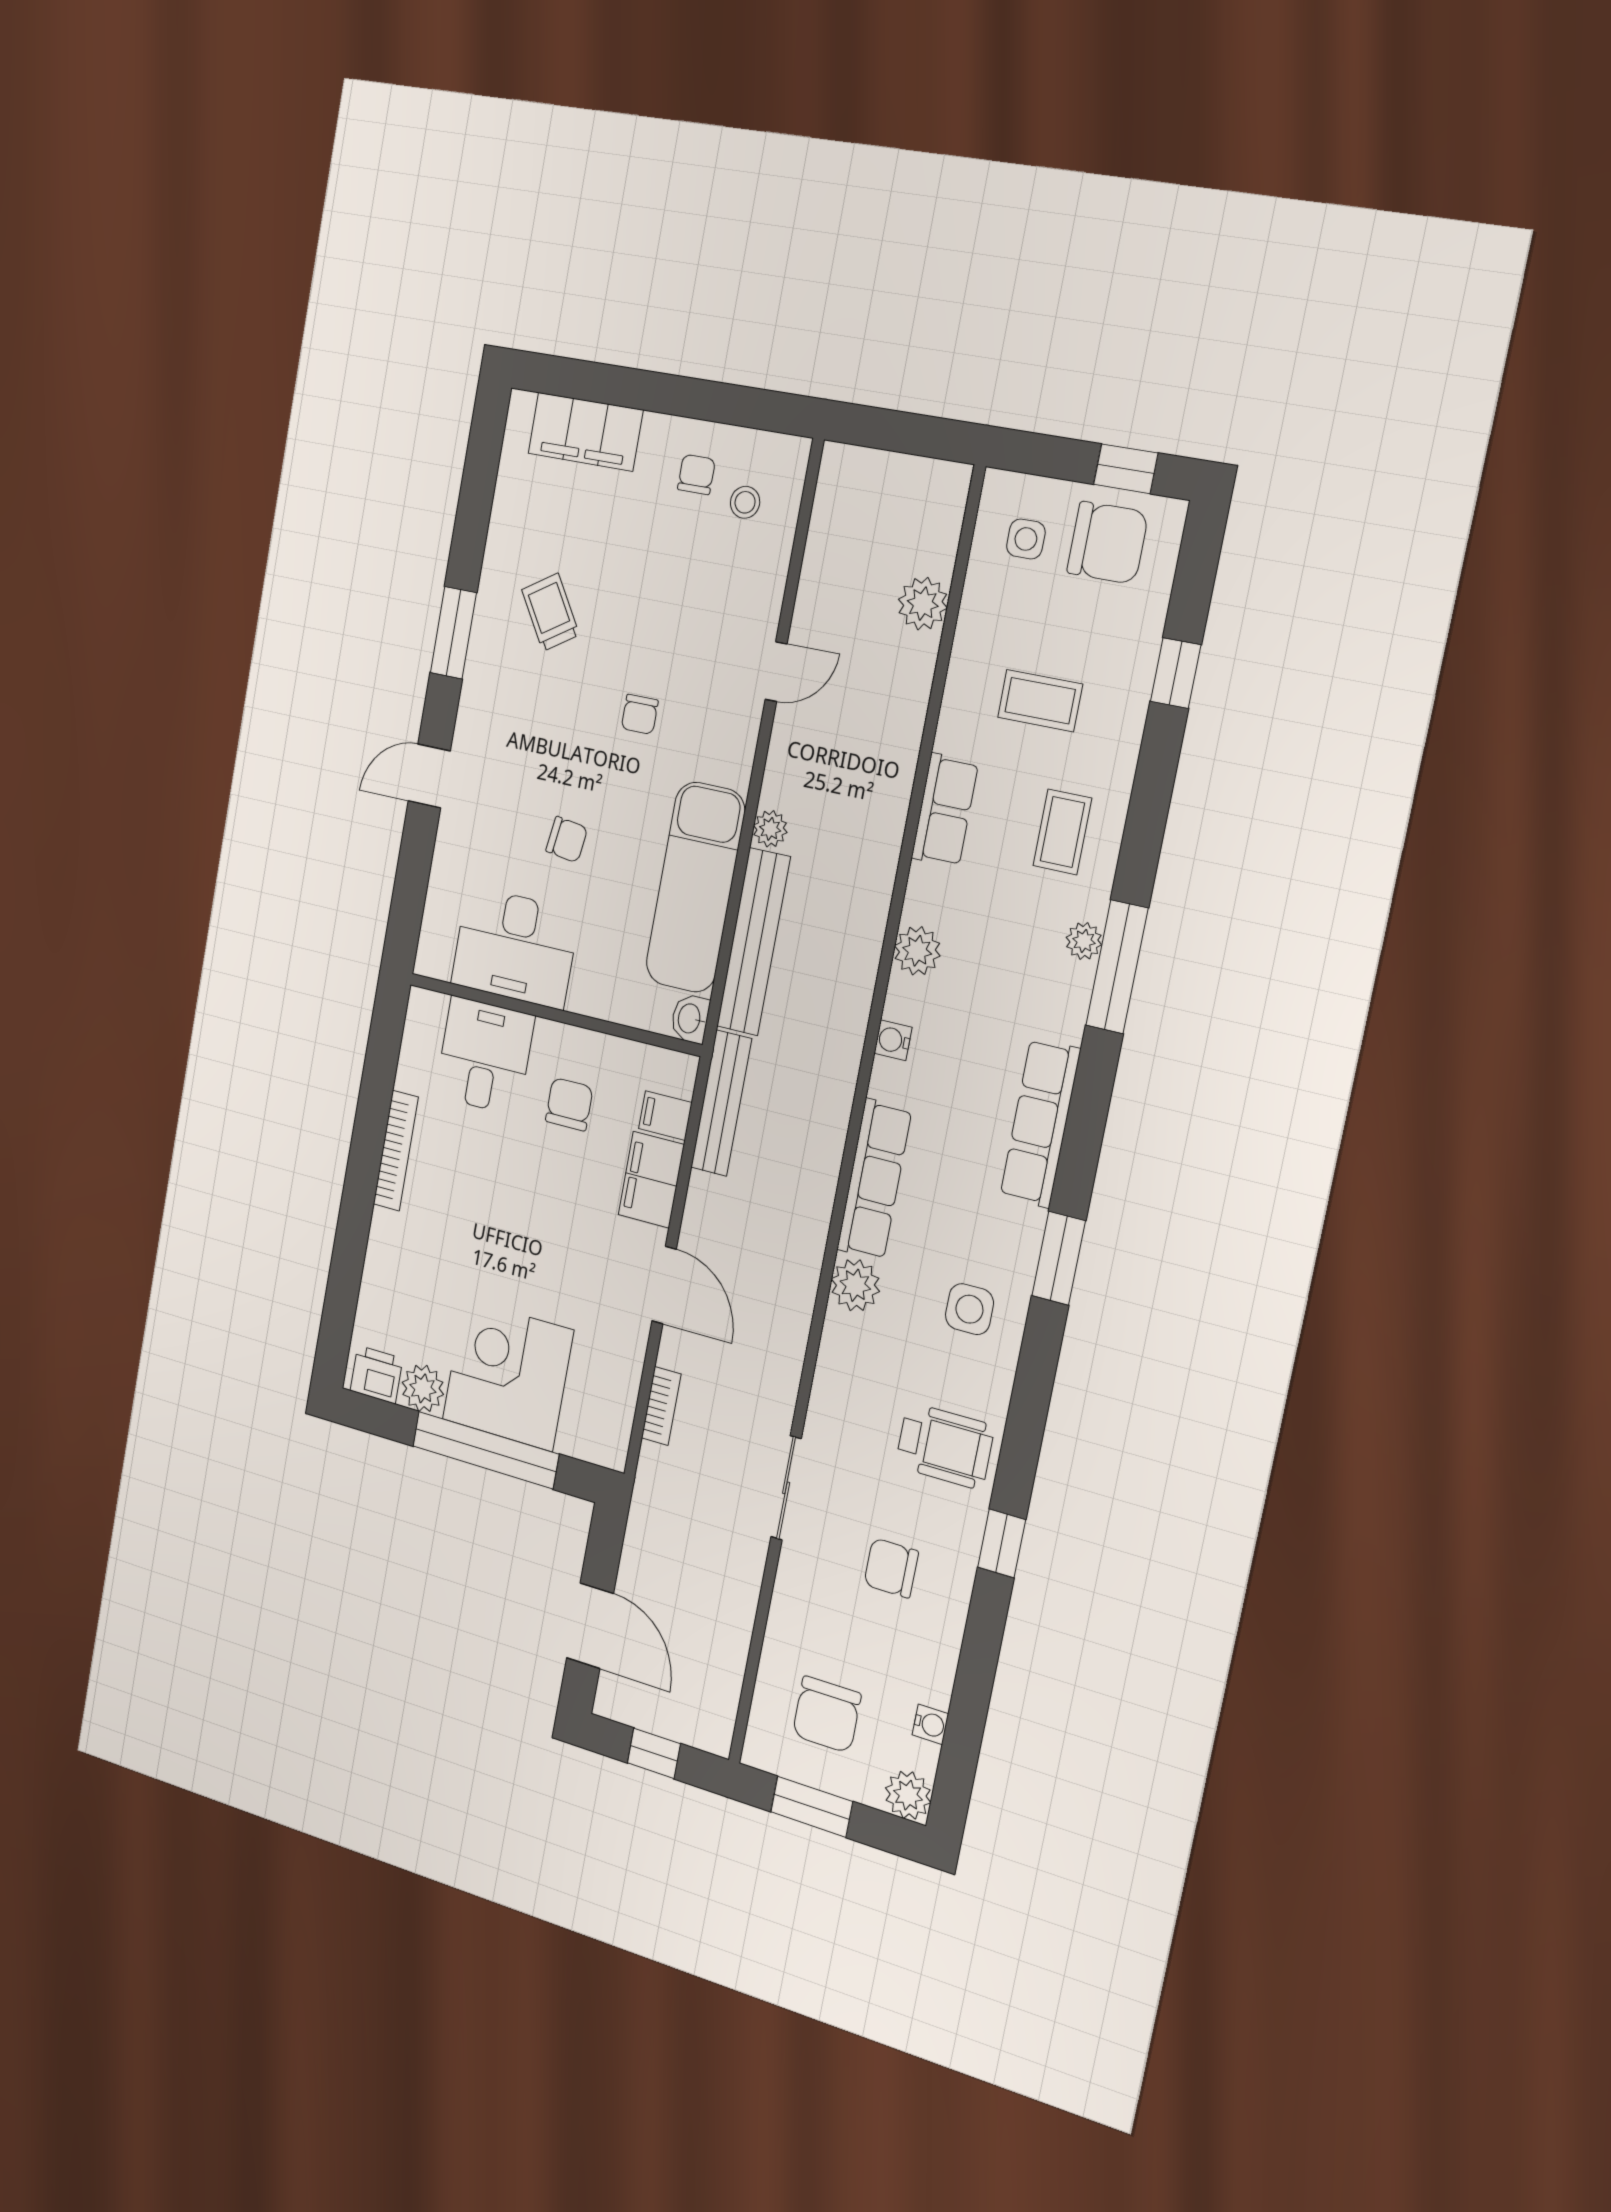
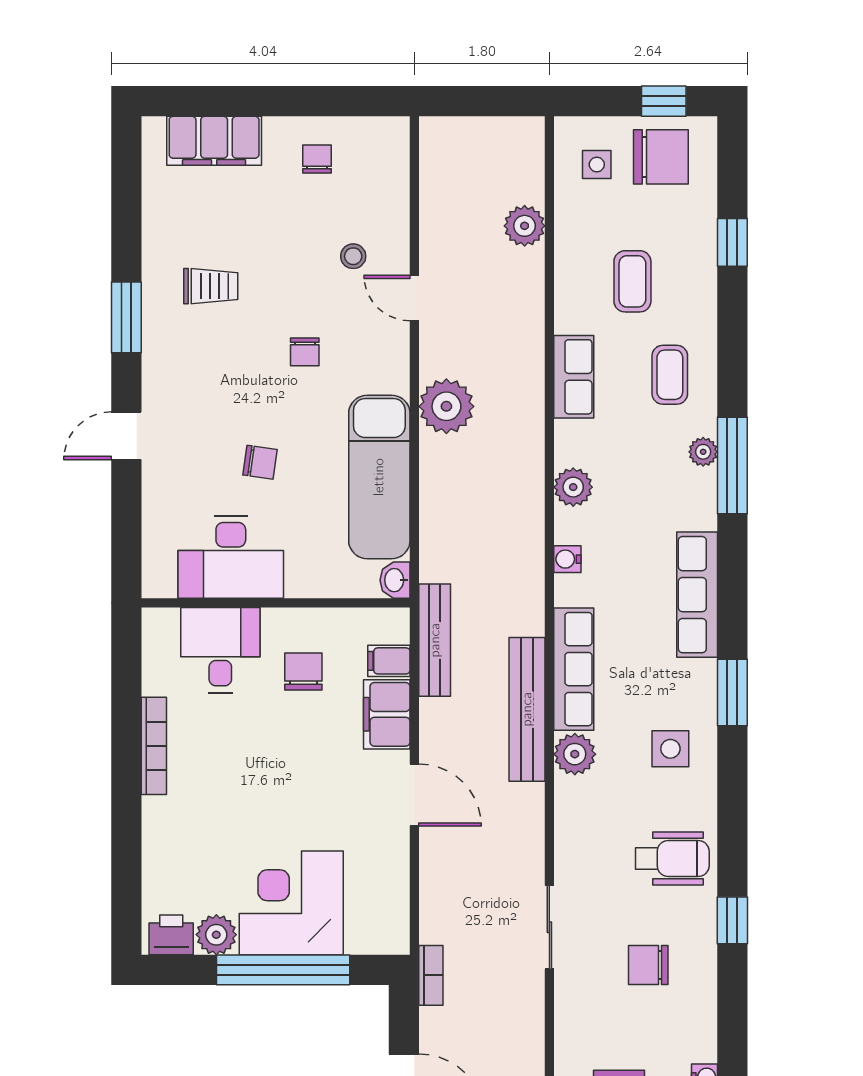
stool: (745, 502) -> (353, 256), moved
trolley: (550, 612) -> (211, 286), turned 122
door: (776, 672) -> (414, 298), swing flipped
coffee table: (1040, 701) -> (632, 281), turned 90
plant: (770, 829) -> (446, 406), width x1.87, depth x1.87
bench: (753, 942) -> (527, 709), moved
bookcase: (661, 1406) -> (431, 975), moved

